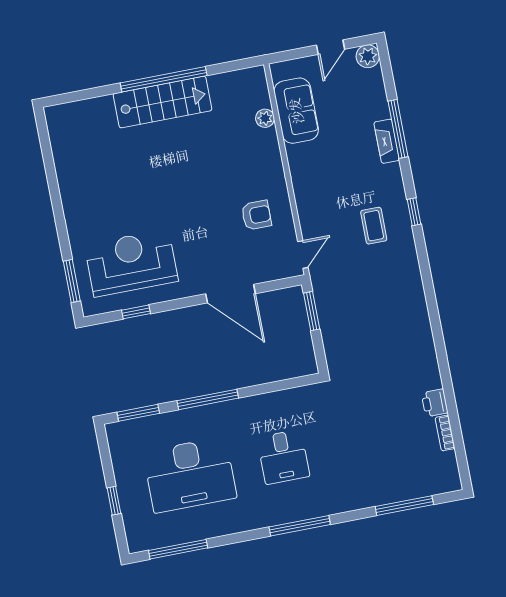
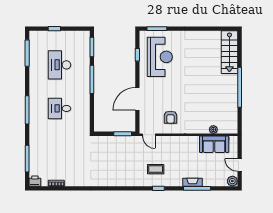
stairs: (163, 102) -> (229, 52), moved
printer: (435, 403) -> (35, 181), moved
desk: (190, 475) -> (60, 65), width x0.73, depth x0.77

